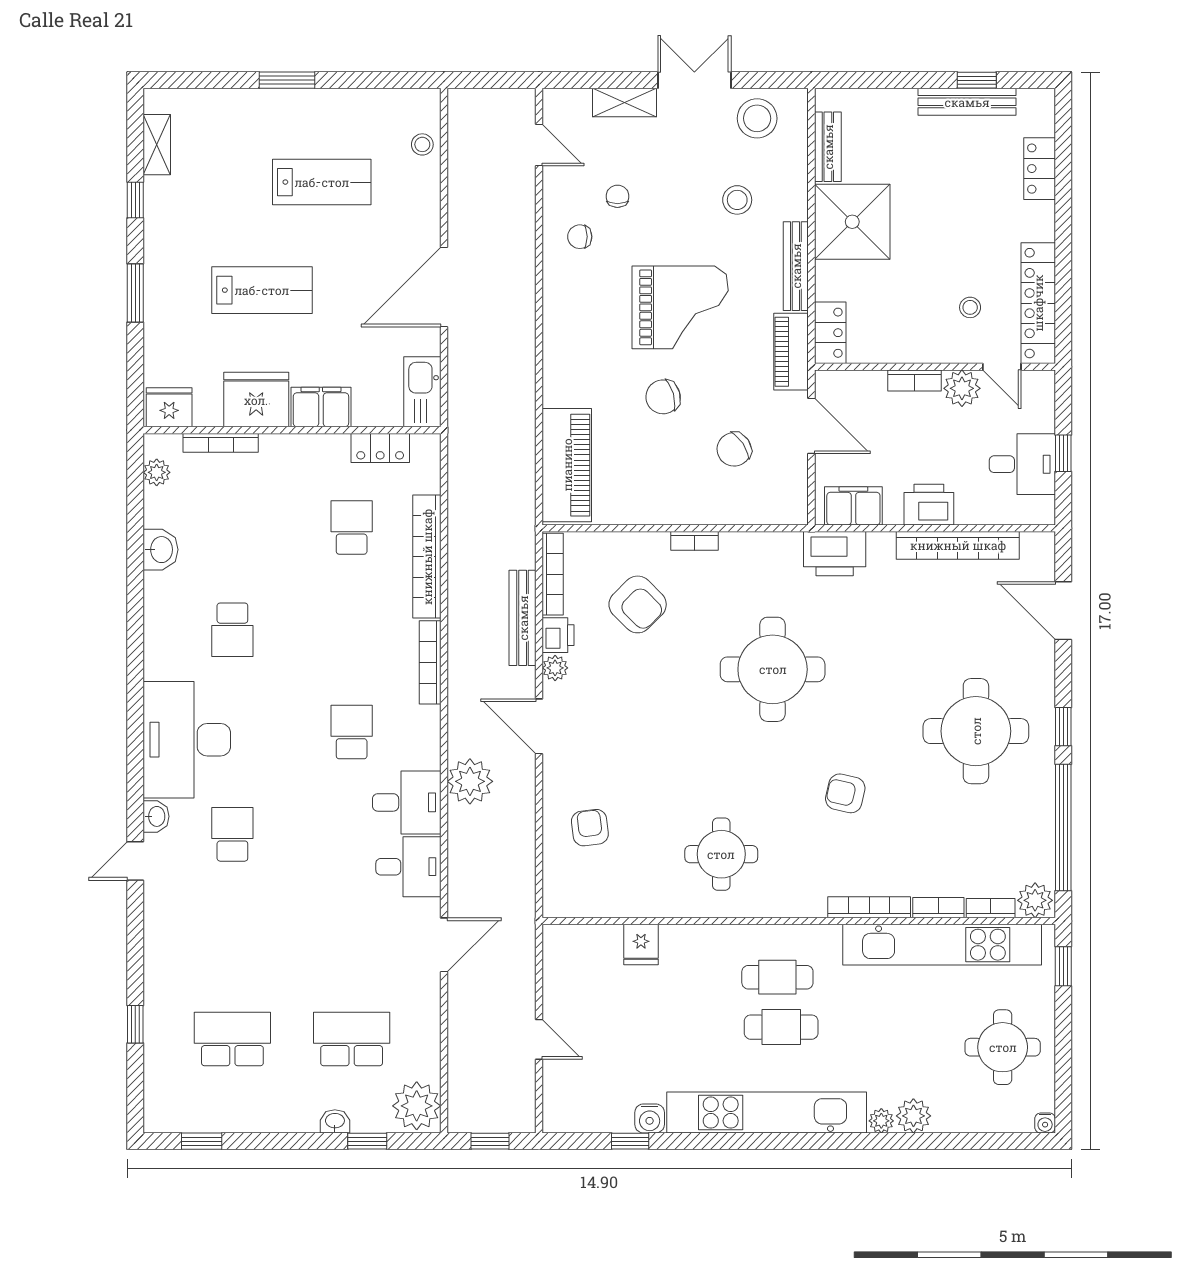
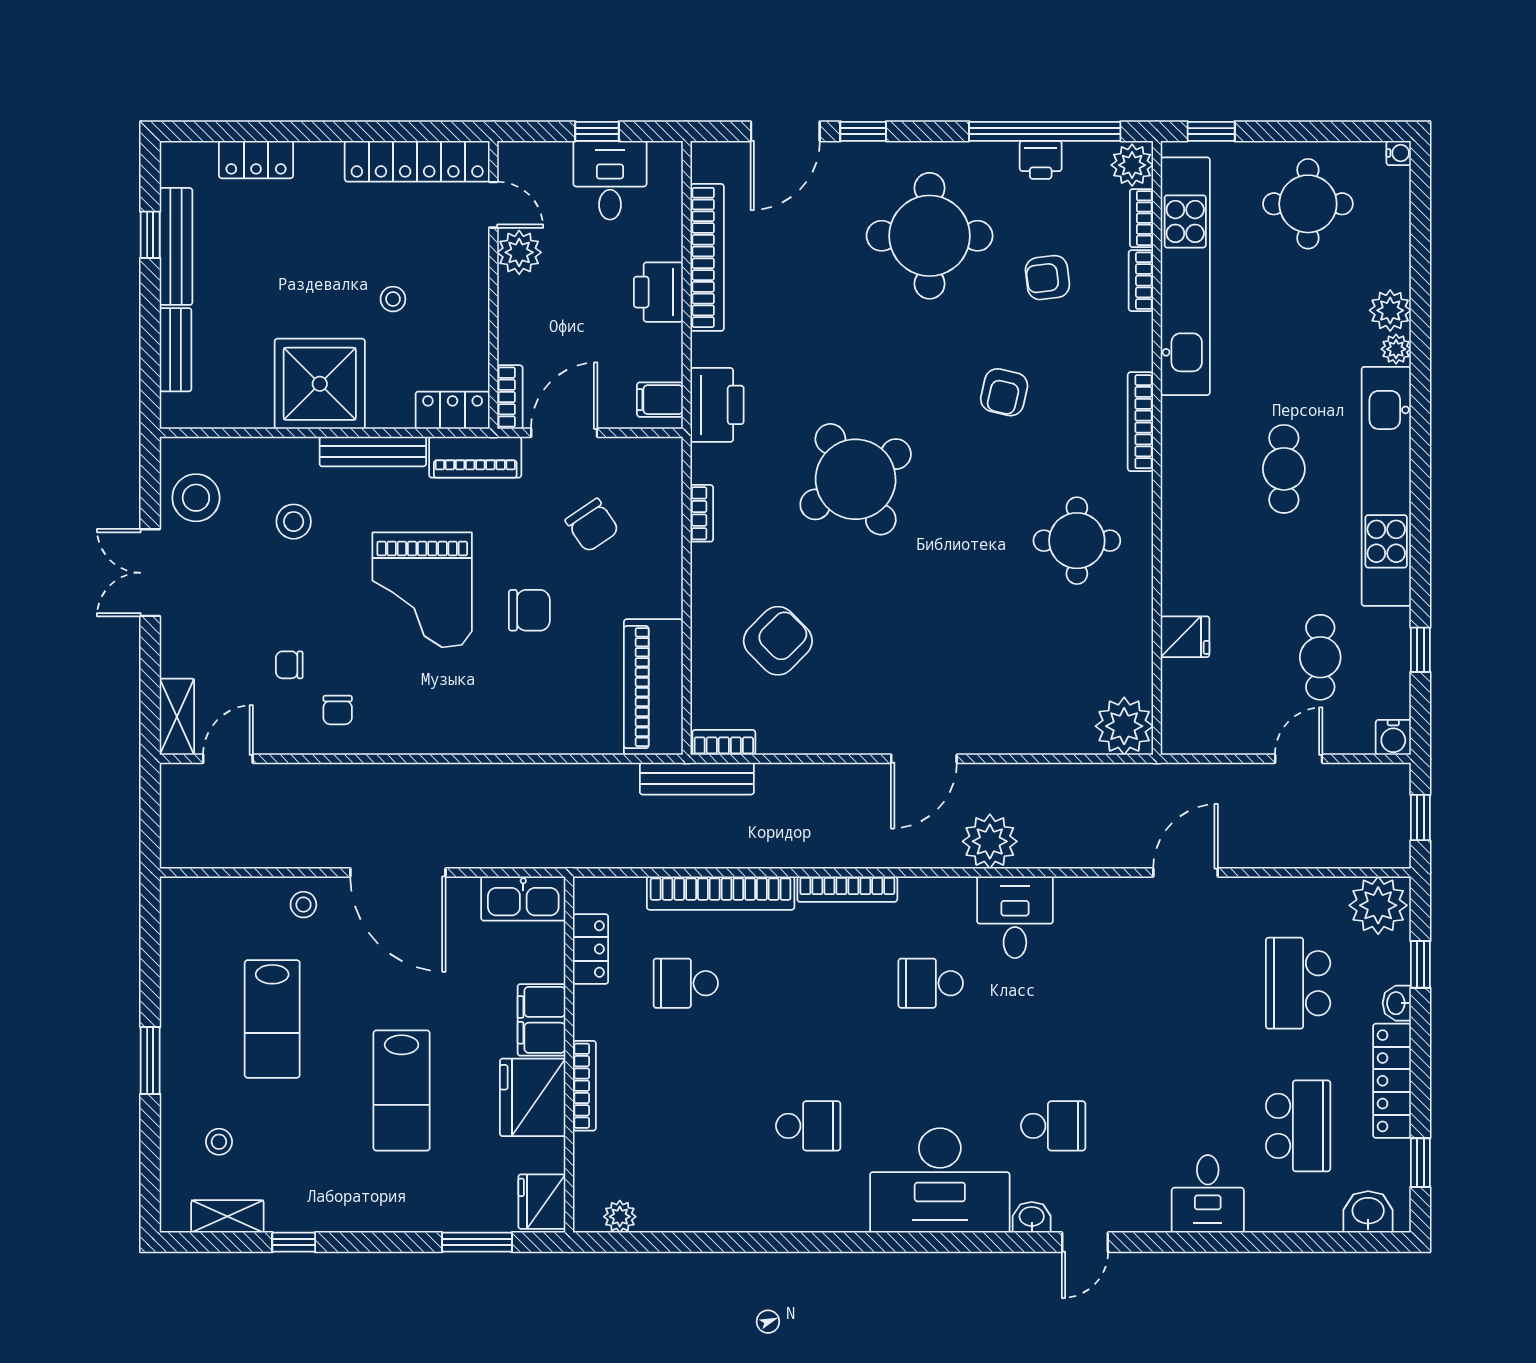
shelving: (625, 102) -> (177, 717), moved
stool: (219, 138) -> (219, 1142), added
stool: (422, 144) -> (303, 905), moved
bench: (828, 147) -> (176, 350), moved, turned 90
lab bench: (322, 182) -> (272, 1019), turned 180
lab bench: (262, 290) -> (402, 1091), turned 180
window: (135, 293) -> (477, 1242), moved
grand piano: (680, 307) -> (422, 590), turned 180
stool: (970, 307) -> (393, 299), moved
door: (1002, 367) -> (493, 205), hinge flipped
bookcase: (914, 381) -> (510, 397), moved
chair: (663, 397) -> (529, 610), turned -74
bookcase: (221, 443) -> (584, 1086), moved
piano: (567, 465) -> (653, 687), moved, turned -90
filing cabinet: (853, 506) -> (660, 400), width x0.50
bookcase: (694, 541) -> (702, 513), moved
washbasin: (161, 550) -> (1368, 1212), moved
bookcase: (553, 574) -> (724, 742), width x0.64
bench: (523, 618) -> (697, 779), moved
printer: (558, 635) -> (1041, 160), moved, turned 180
plant: (555, 668) -> (1124, 726), moved, width x1.88, depth x1.88
round table: (773, 669) -> (856, 479), turned -32
window: (1063, 727) -> (863, 131), moved
armchair: (590, 828) -> (1047, 278), moved
school desk: (232, 834) -> (1053, 1126), turned 180
door: (135, 861) -> (1085, 1242), hinge flipped
desk: (408, 867) -> (1208, 1194), moved, turned 180
bookcase: (869, 907) -> (1140, 422), moved
door: (444, 945) -> (1185, 873), hinge flipped
cafe table: (777, 977) -> (1320, 657), moved
window: (135, 1024) -> (1281, 1242), removed
school desk: (232, 1039) -> (1298, 1126), turned 180
locker: (270, 1117) -> (1392, 1081), added
water cooler: (650, 1118) -> (1393, 737), moved, turned 90

